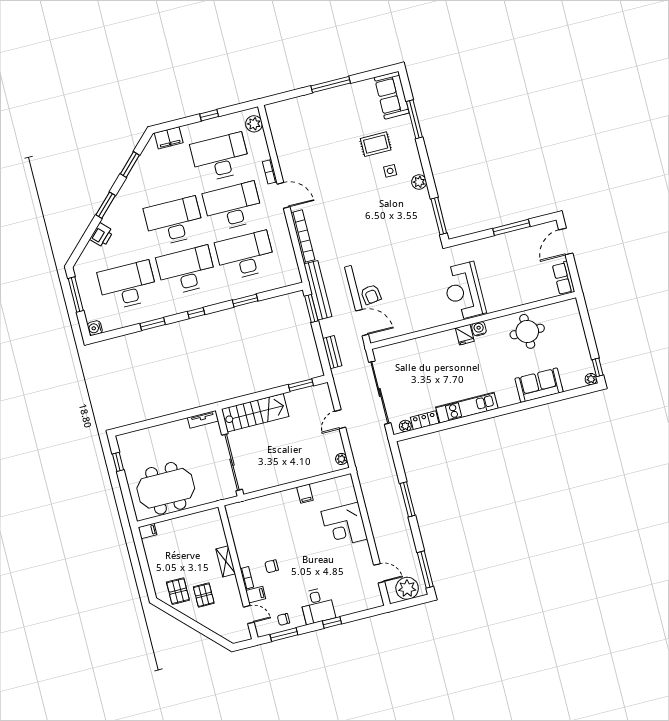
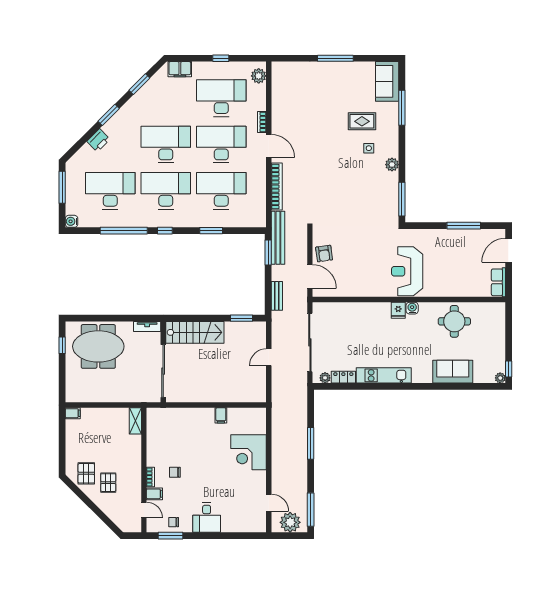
window: (153, 324) -> (124, 231), width x2.11
plant: (341, 459) -> (261, 393), removed
meeting table: (166, 488) -> (98, 346), moved
shelving: (226, 561) -> (135, 421), moved
window: (332, 622) -> (216, 536), removed

